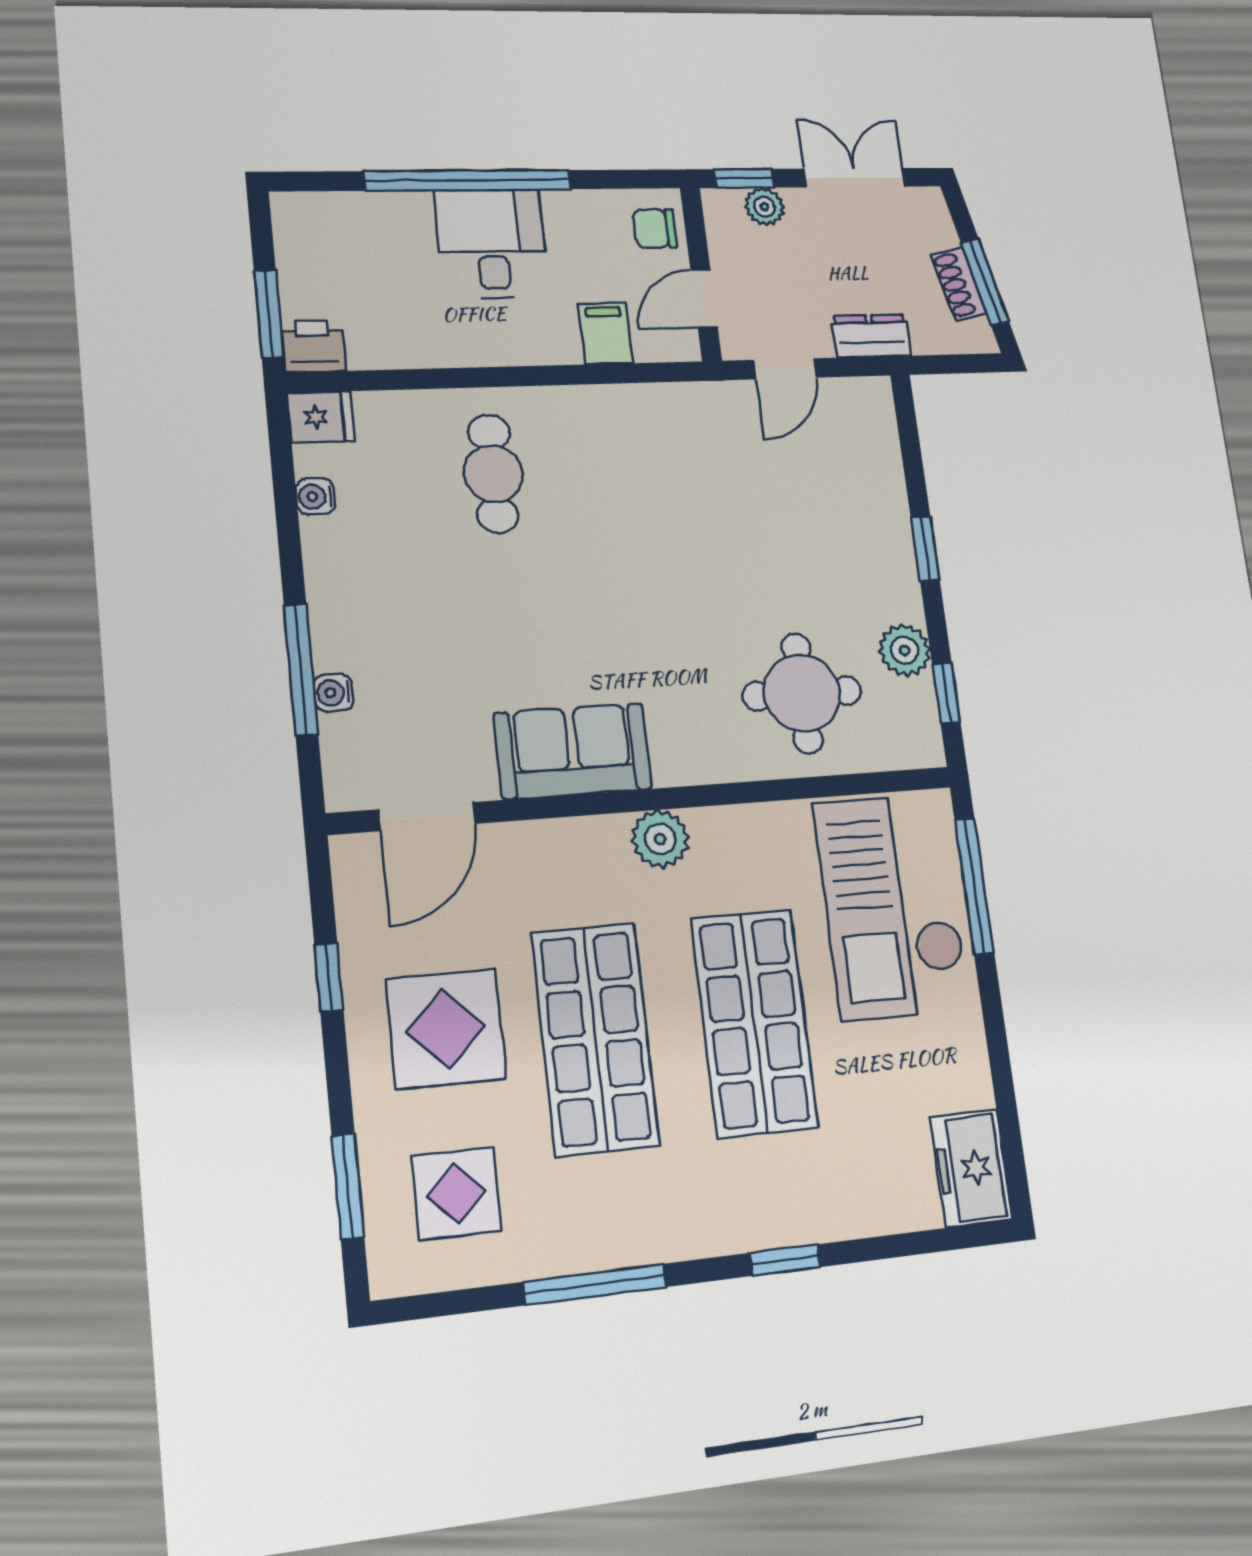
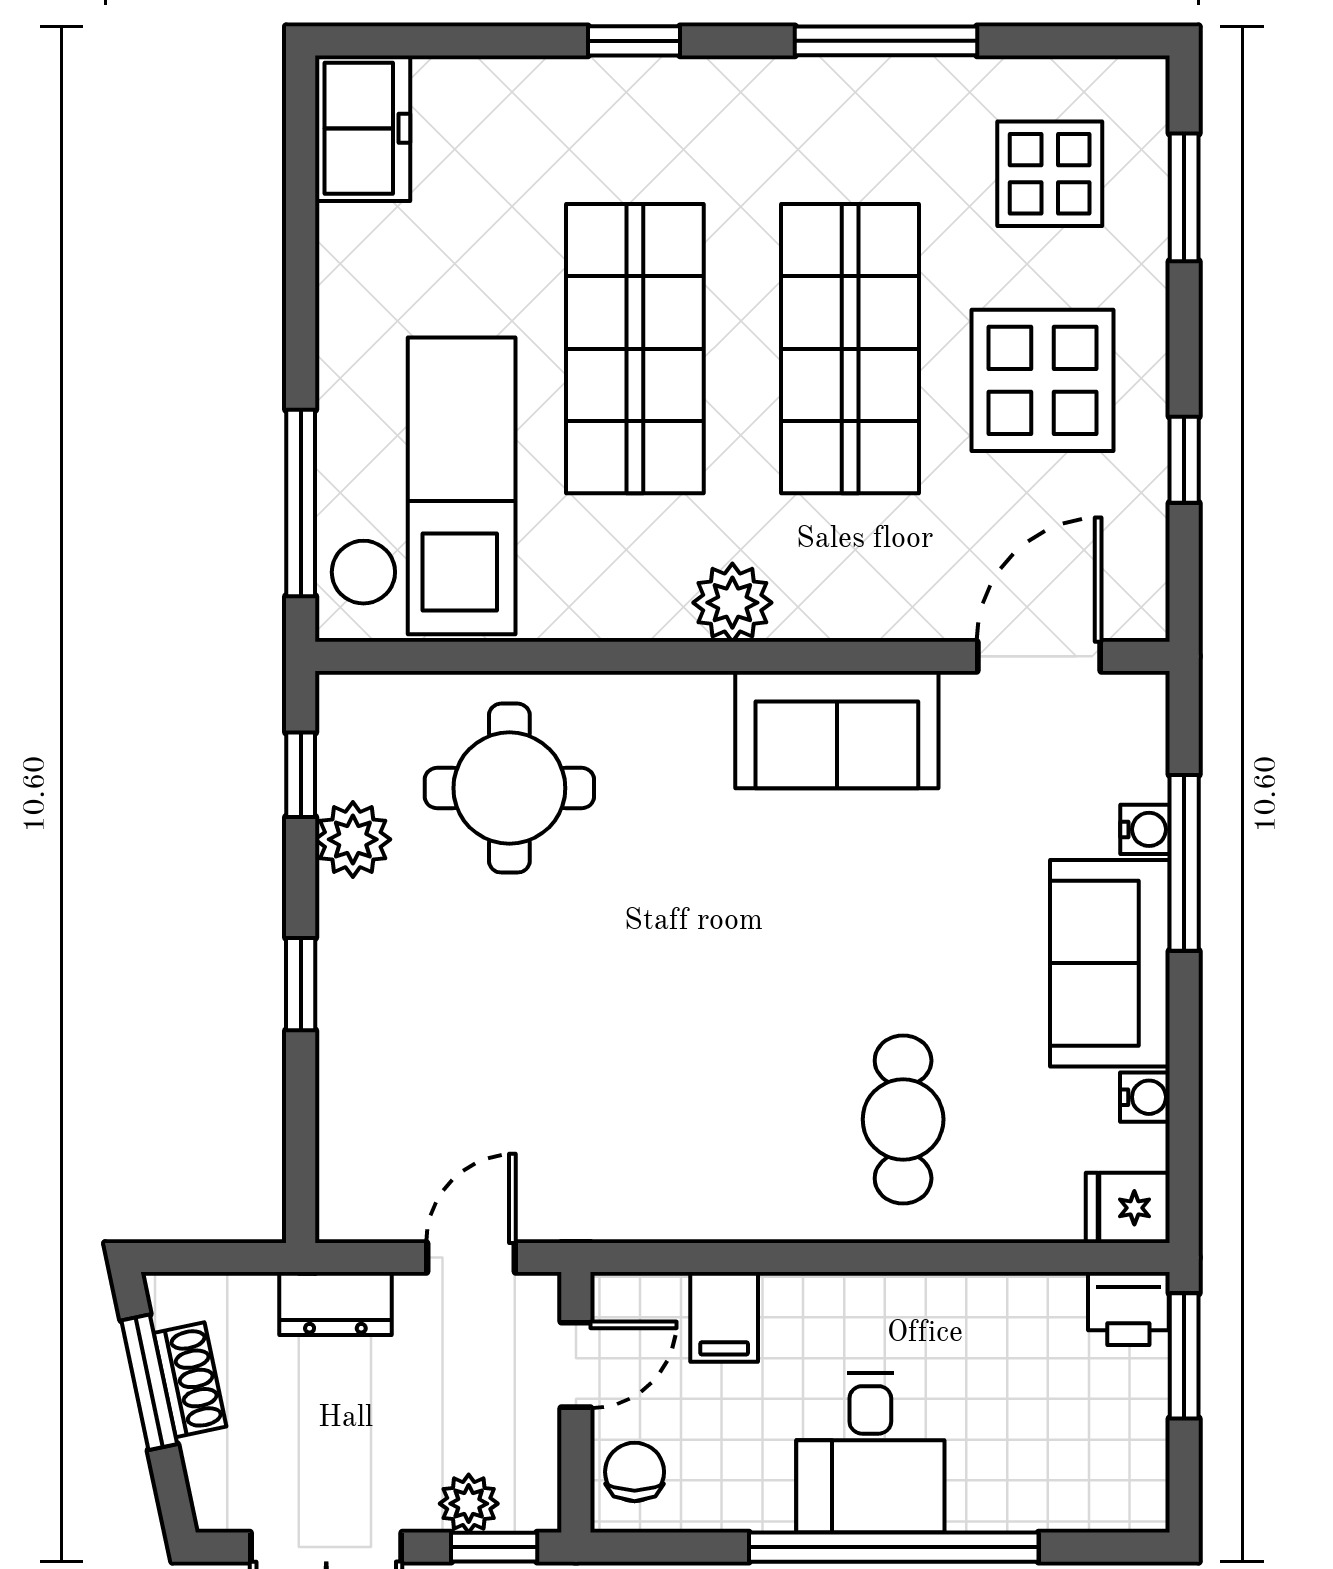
chair: (655, 229) -> (635, 1472), turned -90
sofa: (351, 592) -> (1110, 963), added

